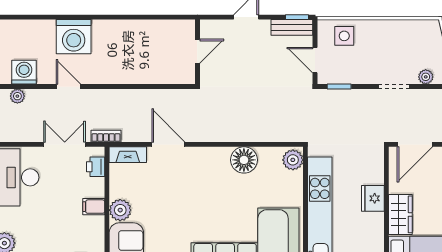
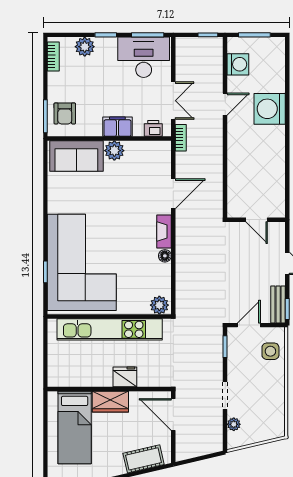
plant: (17, 96) -> (216, 58), removed
fireplace: (128, 155) -> (164, 232), moved
floor lamp: (244, 160) -> (165, 256), width x0.53, depth x0.53
filing cabinet: (94, 207) -> (117, 127), width x2.00

